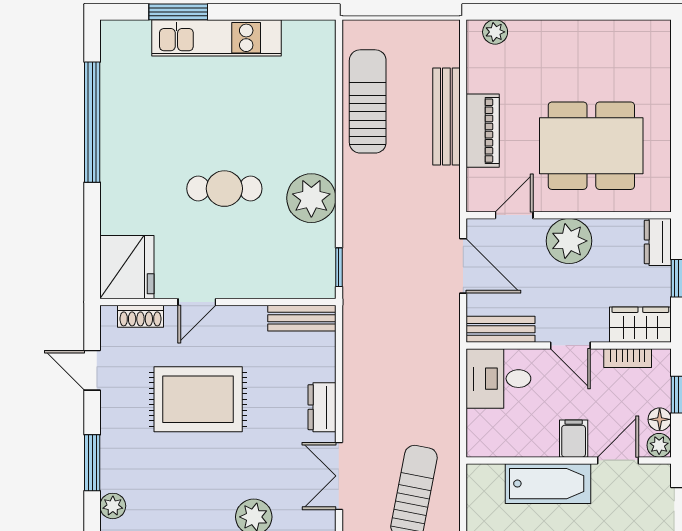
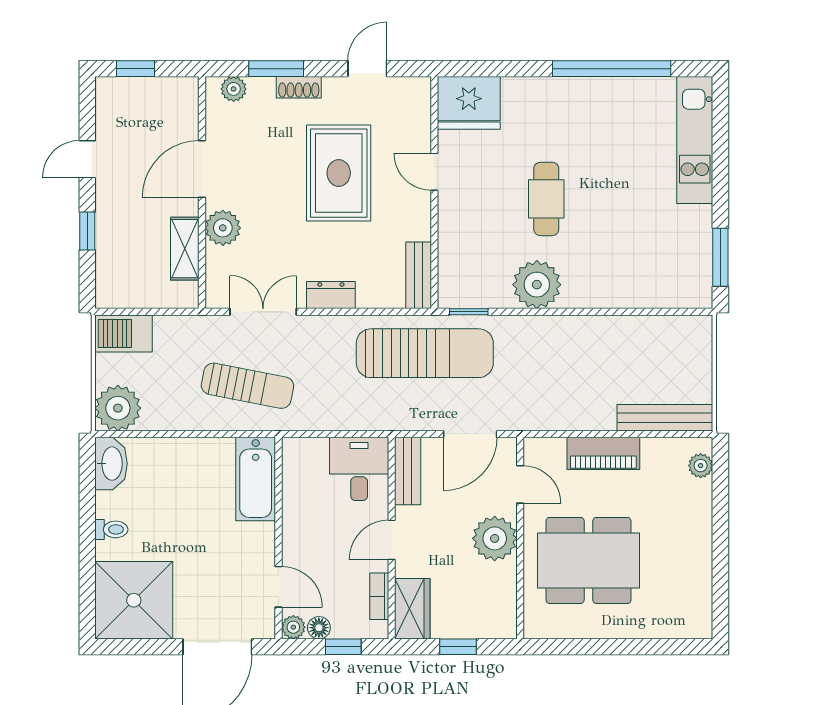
window: (178, 12) -> (720, 257), moved
kitchen unit: (216, 38) -> (695, 140), moved
sun lounger: (368, 101) -> (425, 353), moved, width x1.36, depth x1.34
bench: (446, 116) -> (665, 418), moved
dining table: (591, 146) -> (588, 560), turned 90
dresser: (658, 242) -> (494, 626), removed
shoe rack: (140, 316) -> (299, 87), moved, turned -90
filing cabinet: (574, 439) -> (300, 543), removed
bathtub: (548, 484) -> (256, 479), moved

